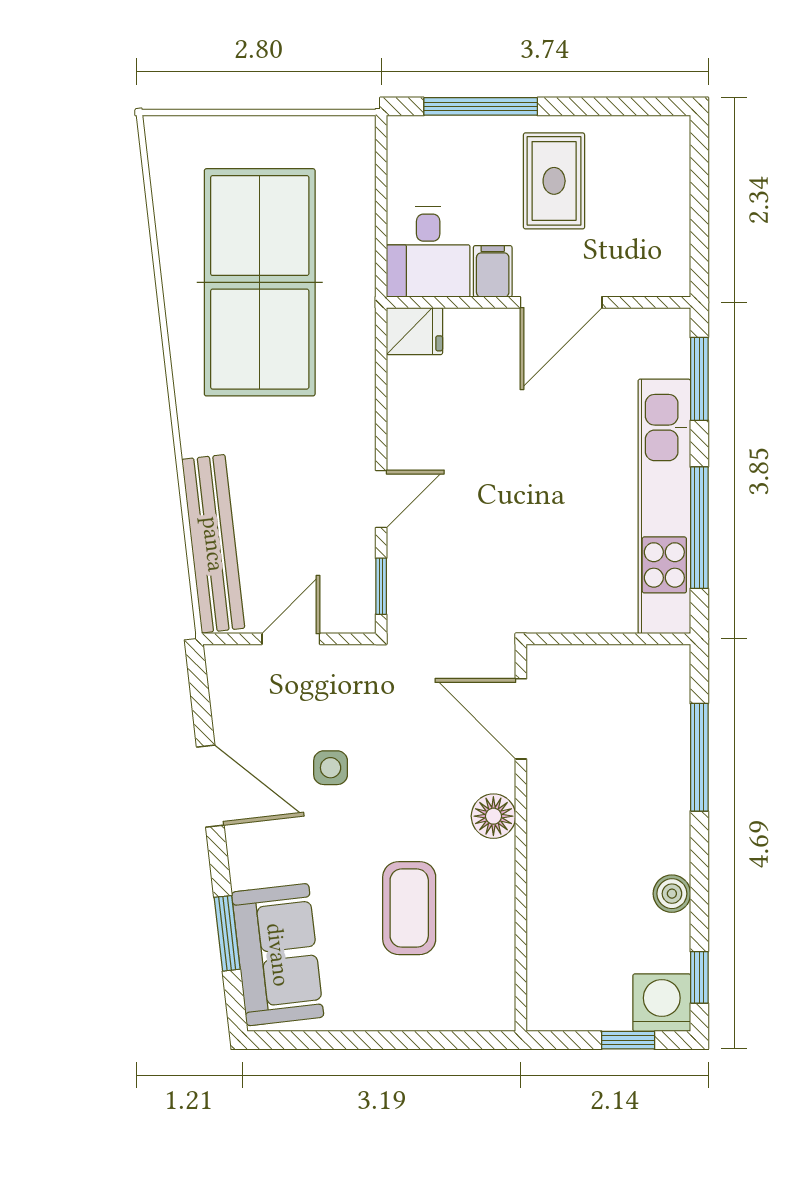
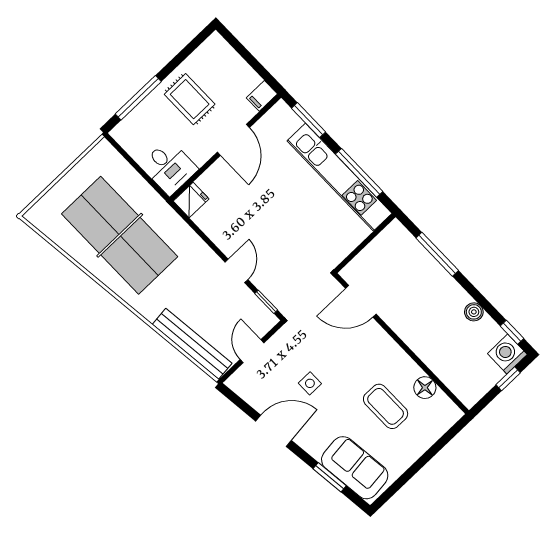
filing cabinet: (493, 271) -> (262, 96), moved, turned -90
floor lamp: (493, 816) -> (425, 388), moved

